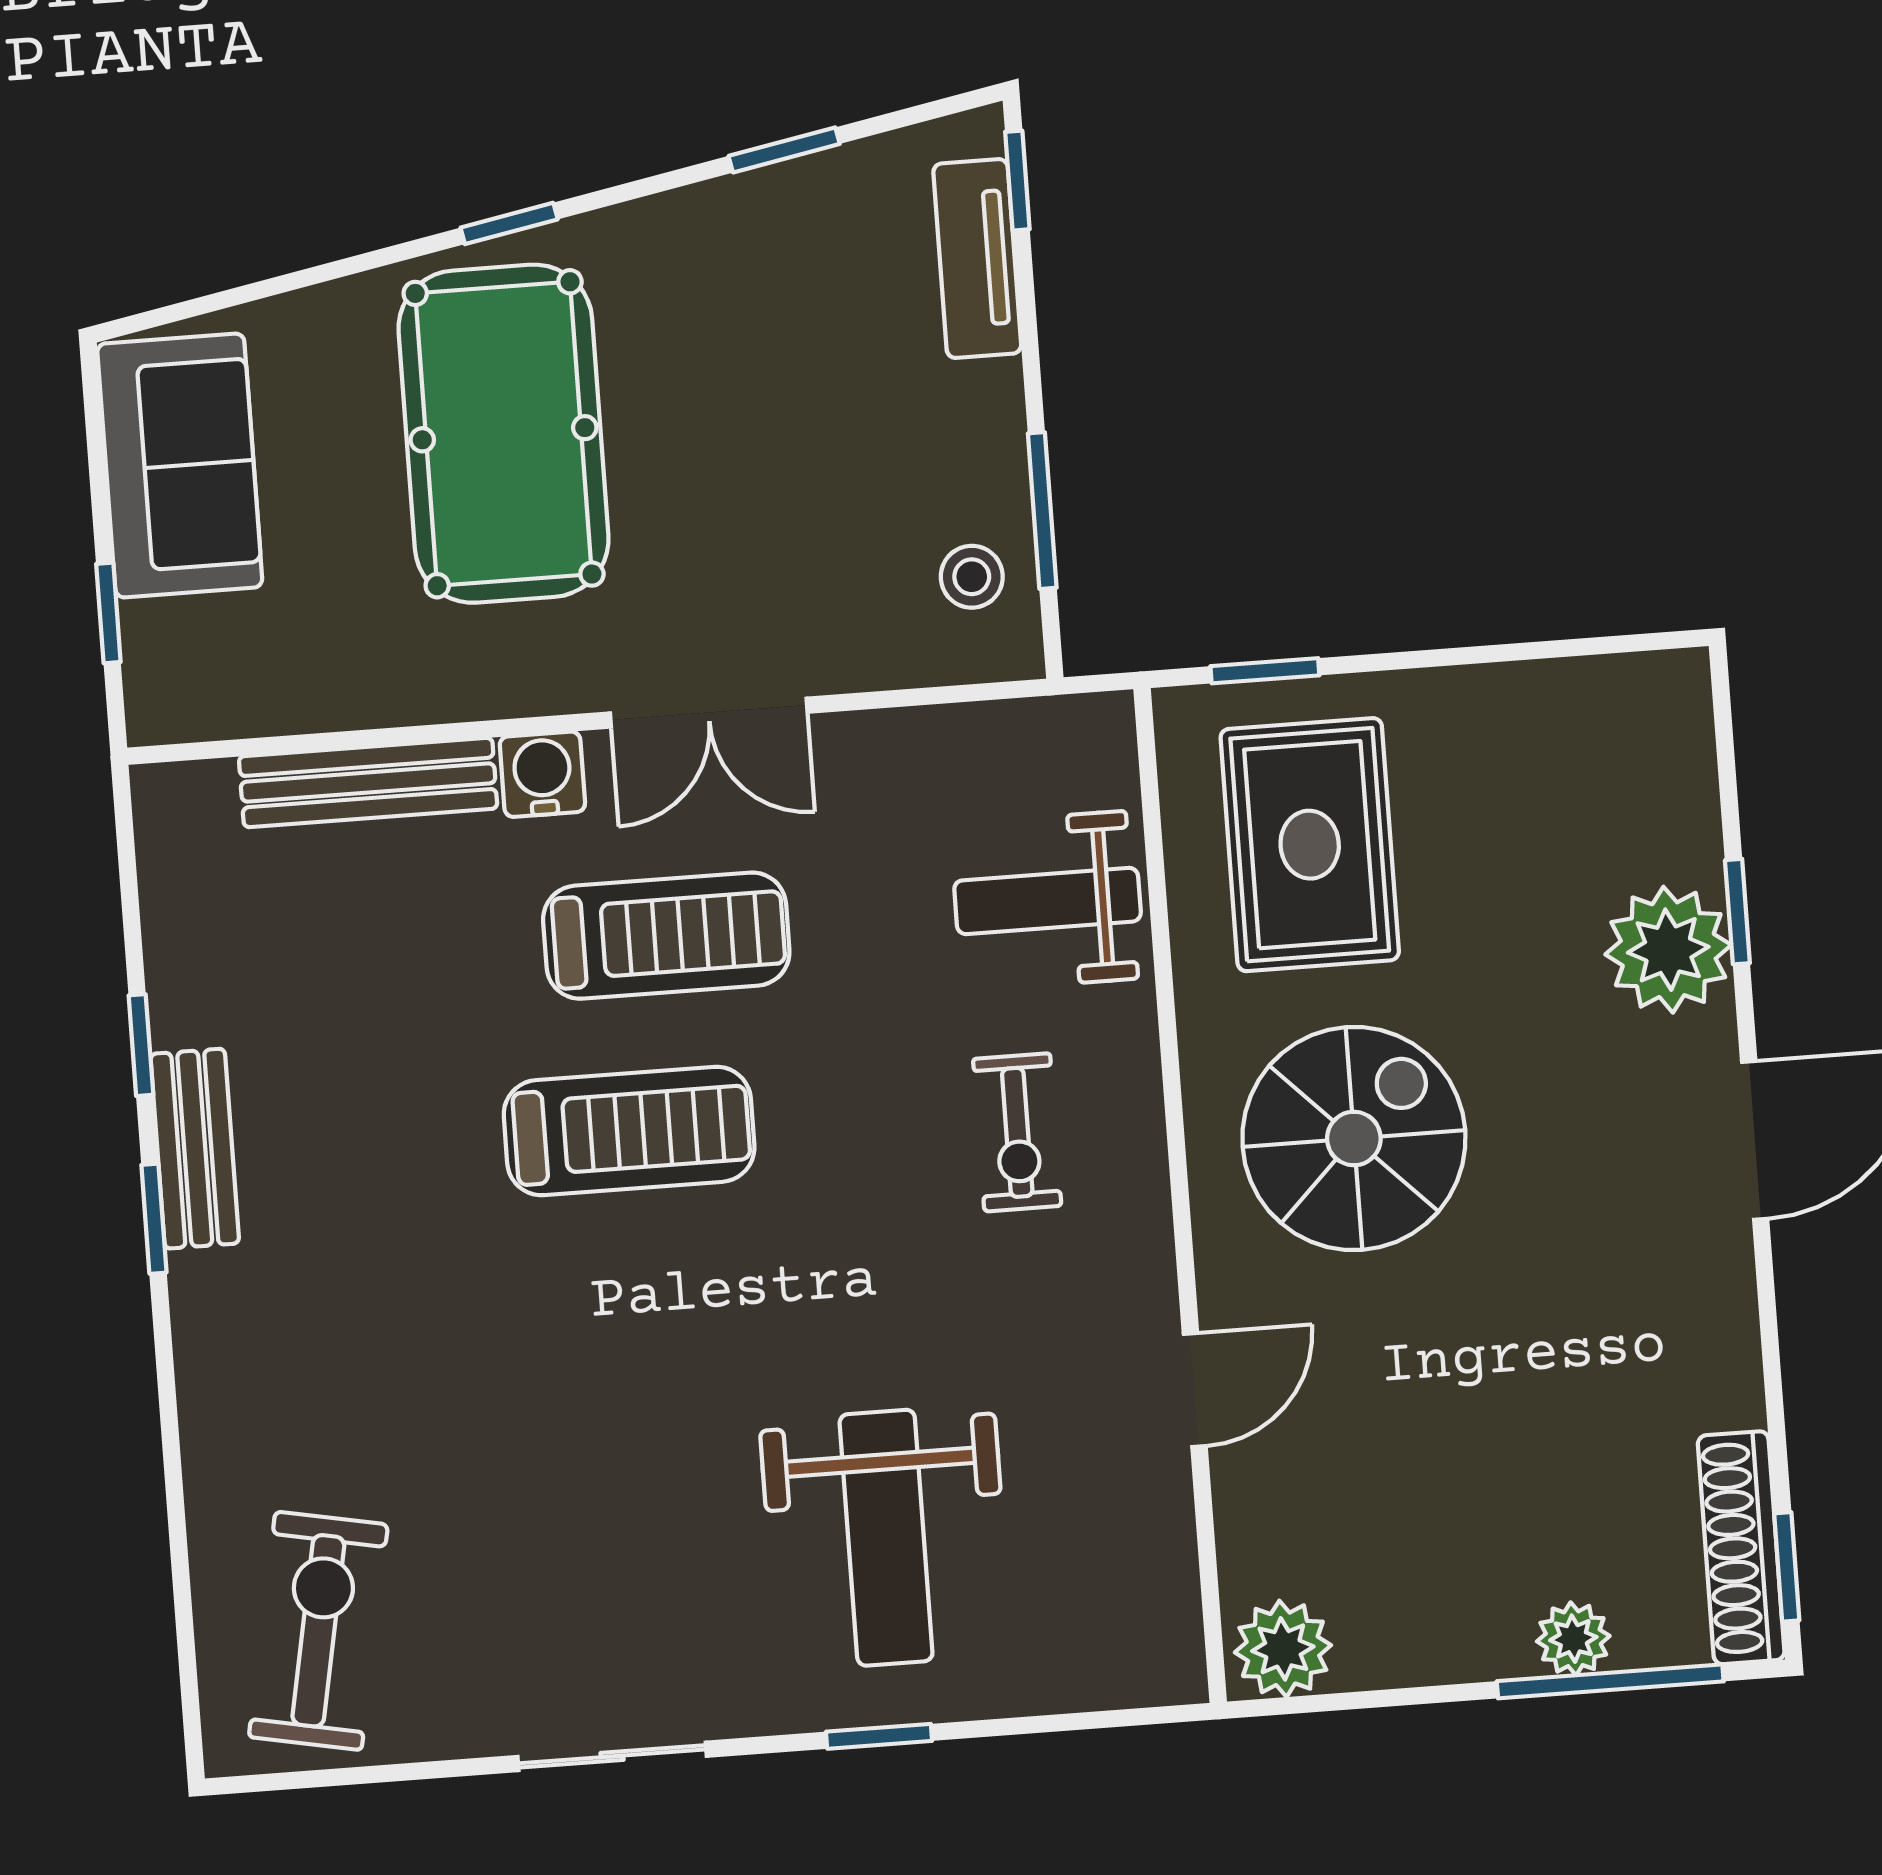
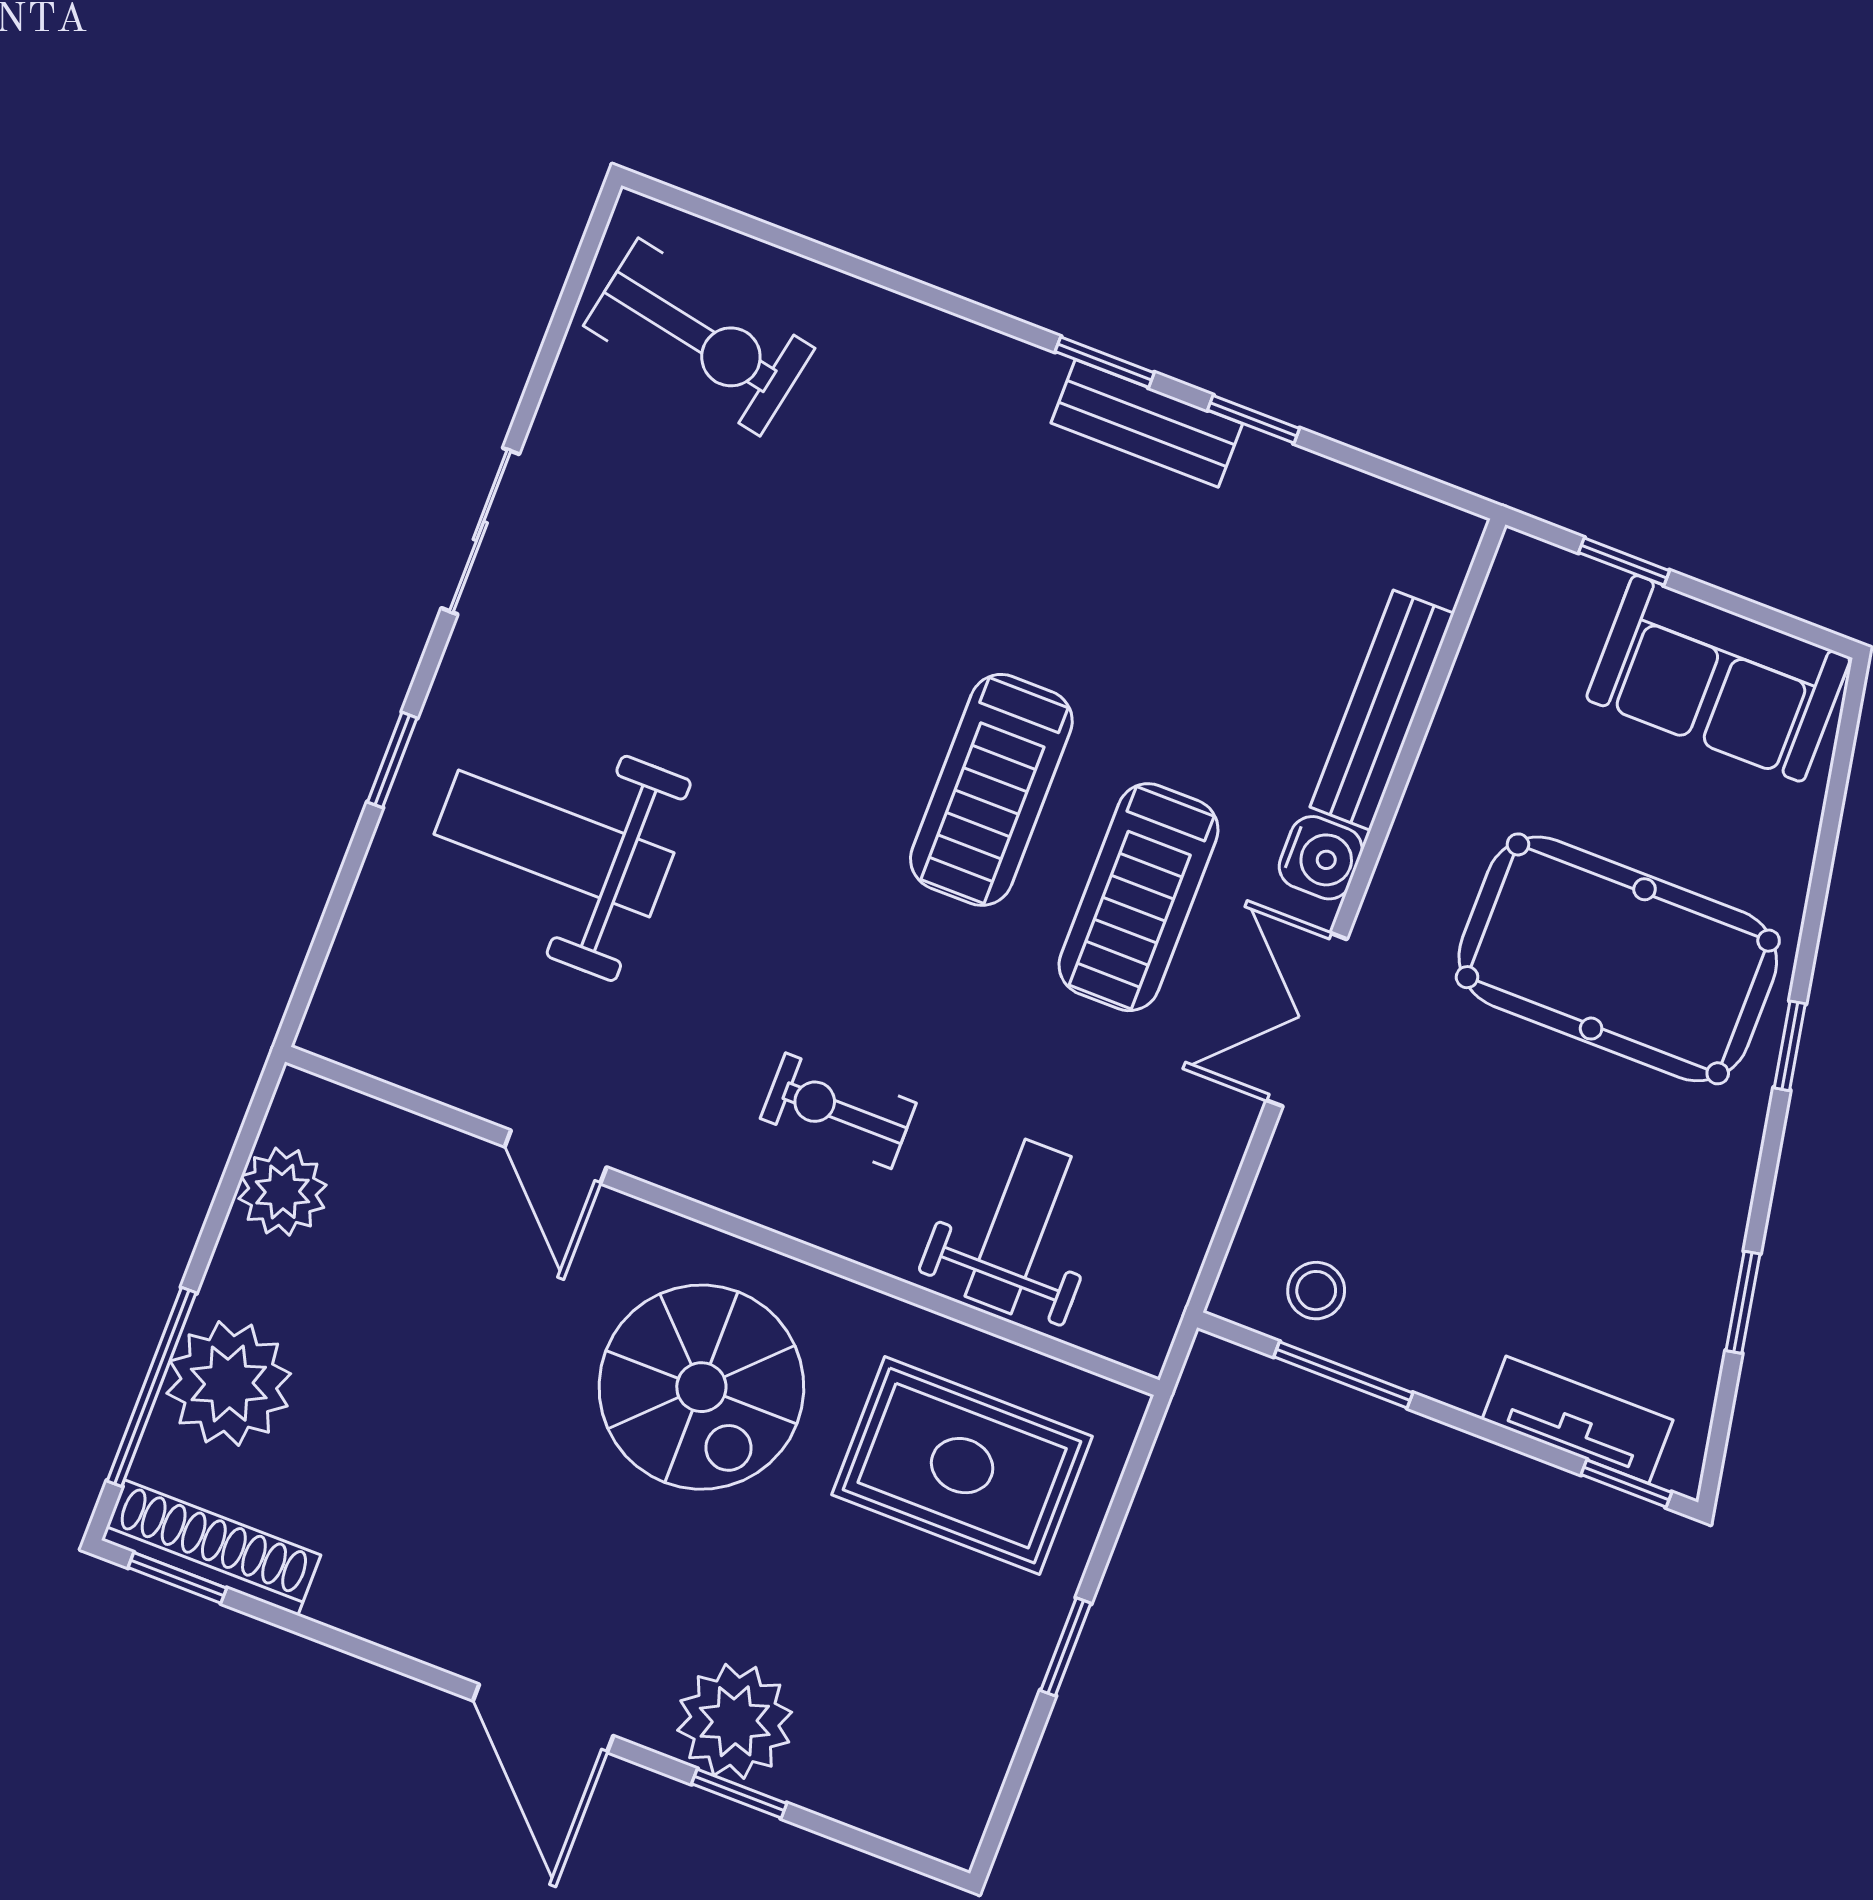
window: (1265, 671) -> (1066, 1647), moved
plant: (1573, 1639) -> (229, 1384), width x1.88, depth x1.88
plant: (1283, 1649) -> (282, 1192), moved

